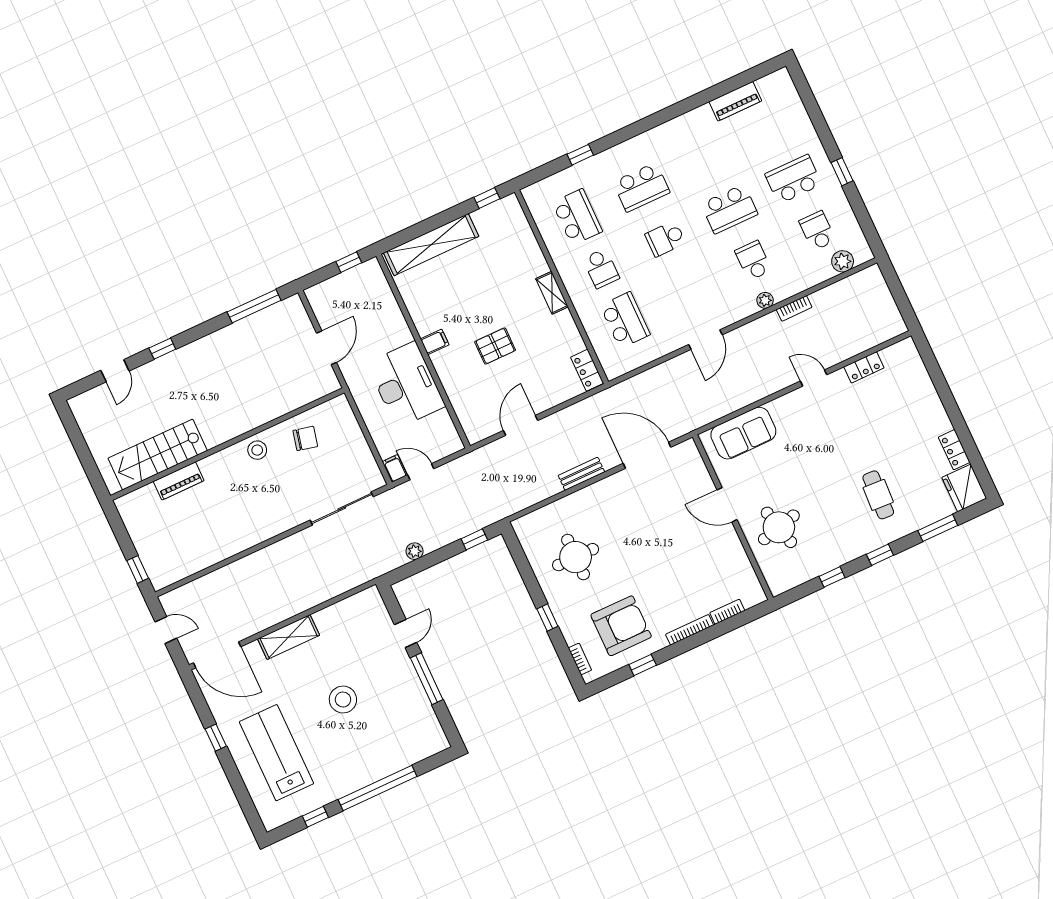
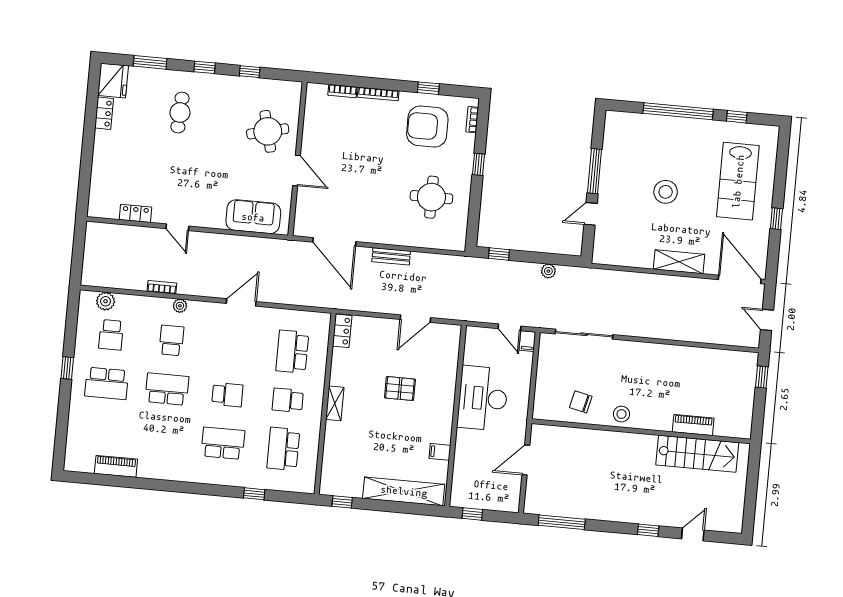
school desk: (753, 261) -> (171, 340), turned 180
school desk: (601, 268) -> (288, 400), turned -90
filing cabinet: (435, 342) -> (440, 452), moved

